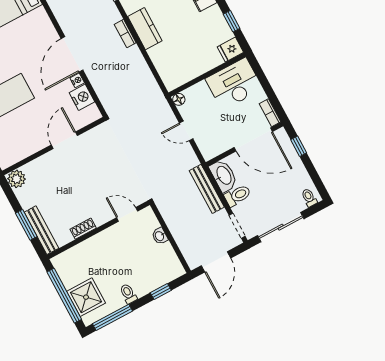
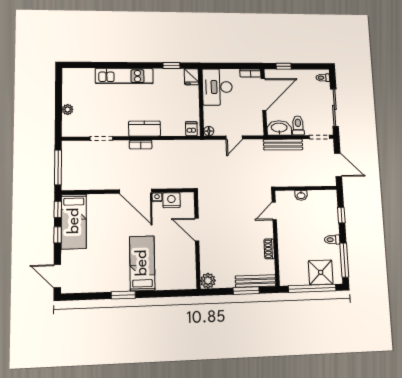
dishwasher: (171, 79) -> (191, 129), added

